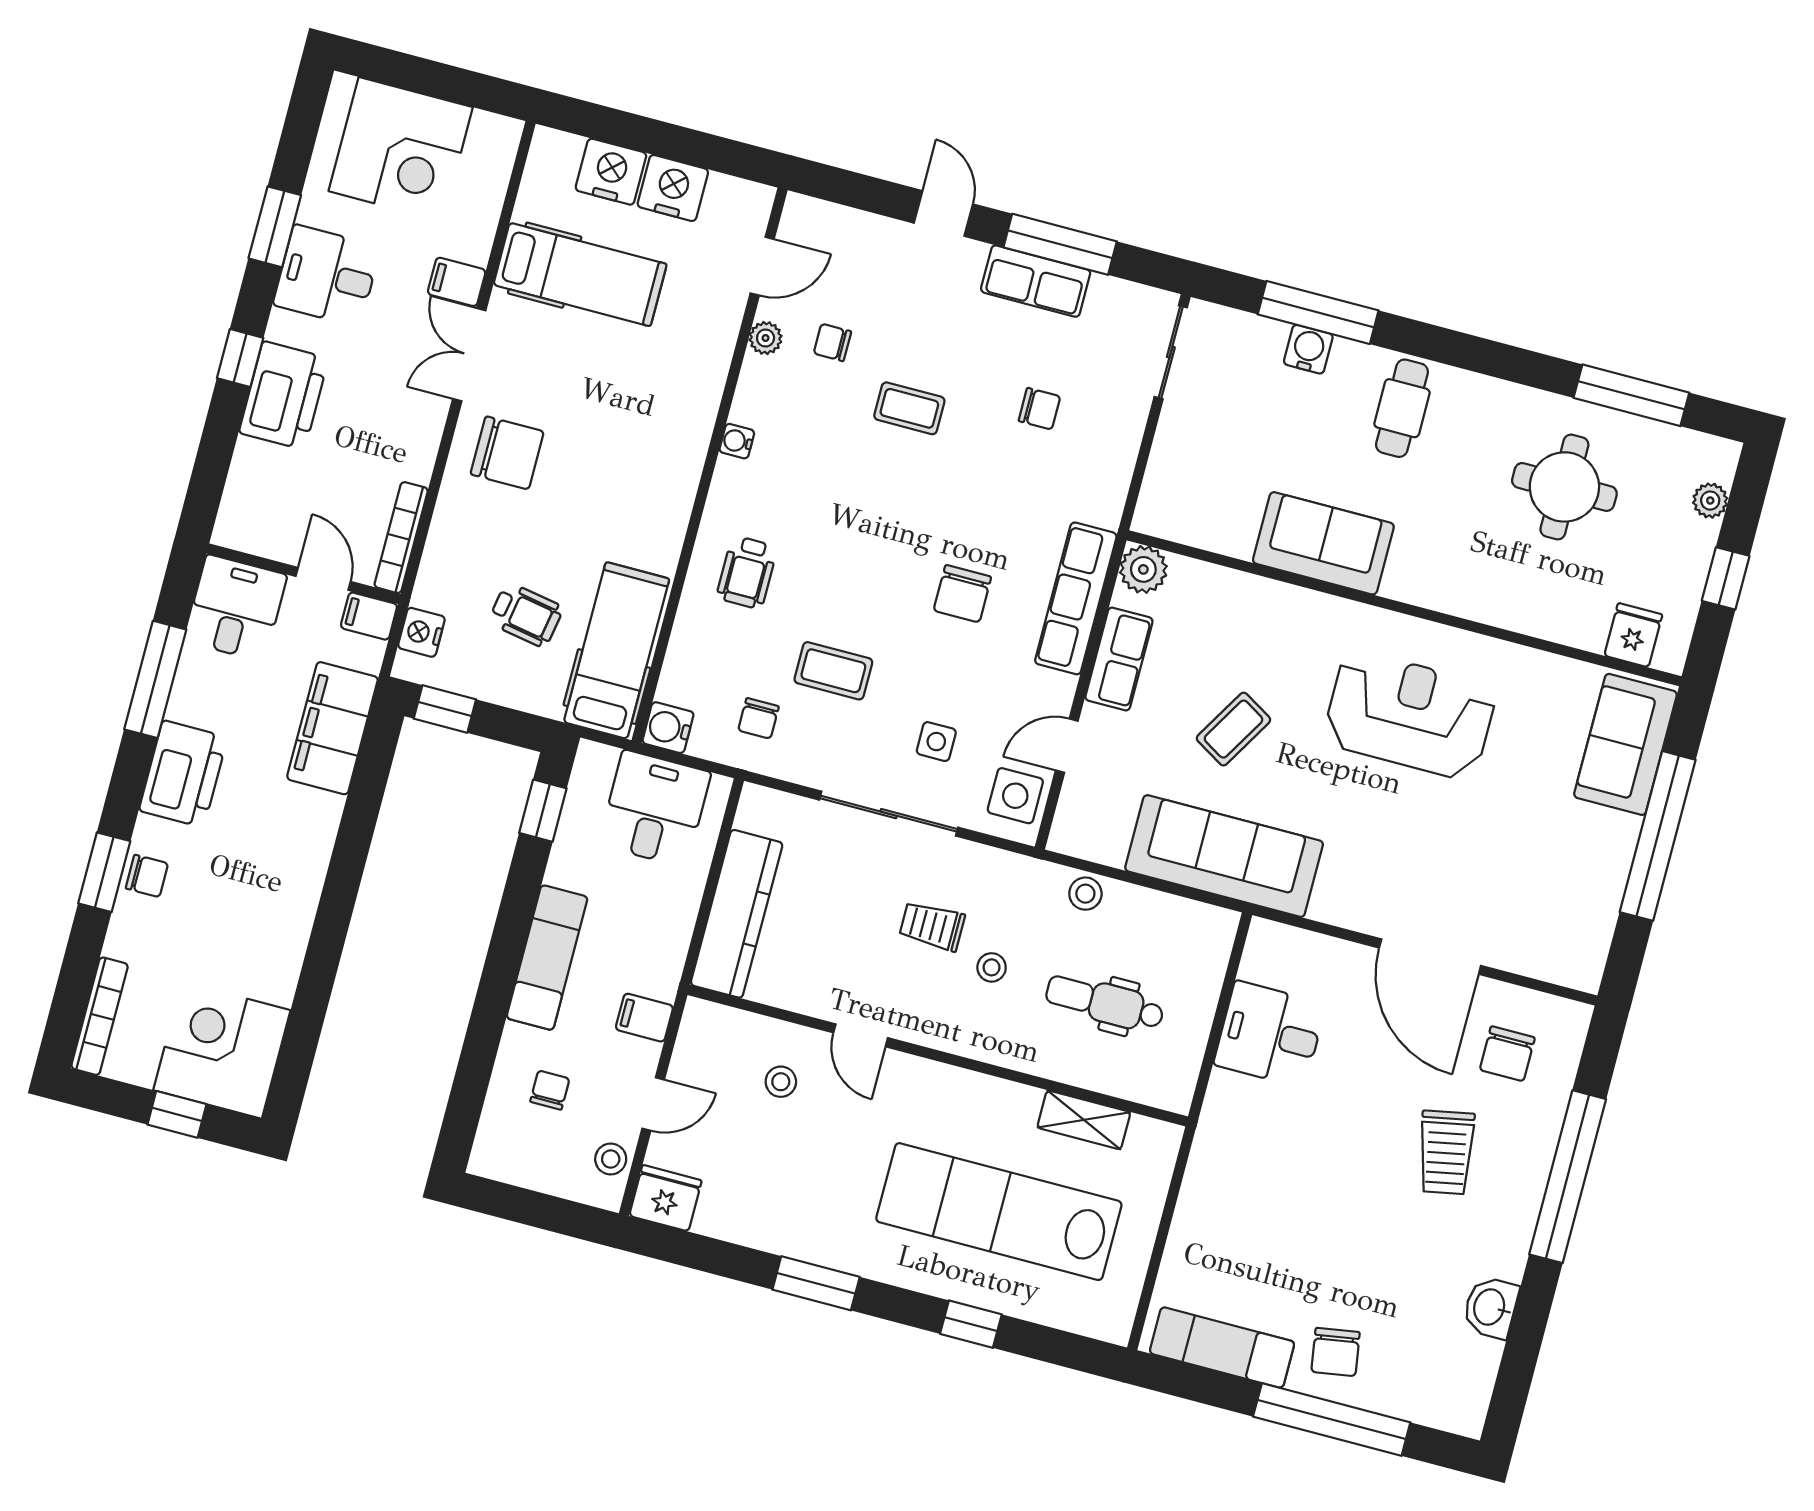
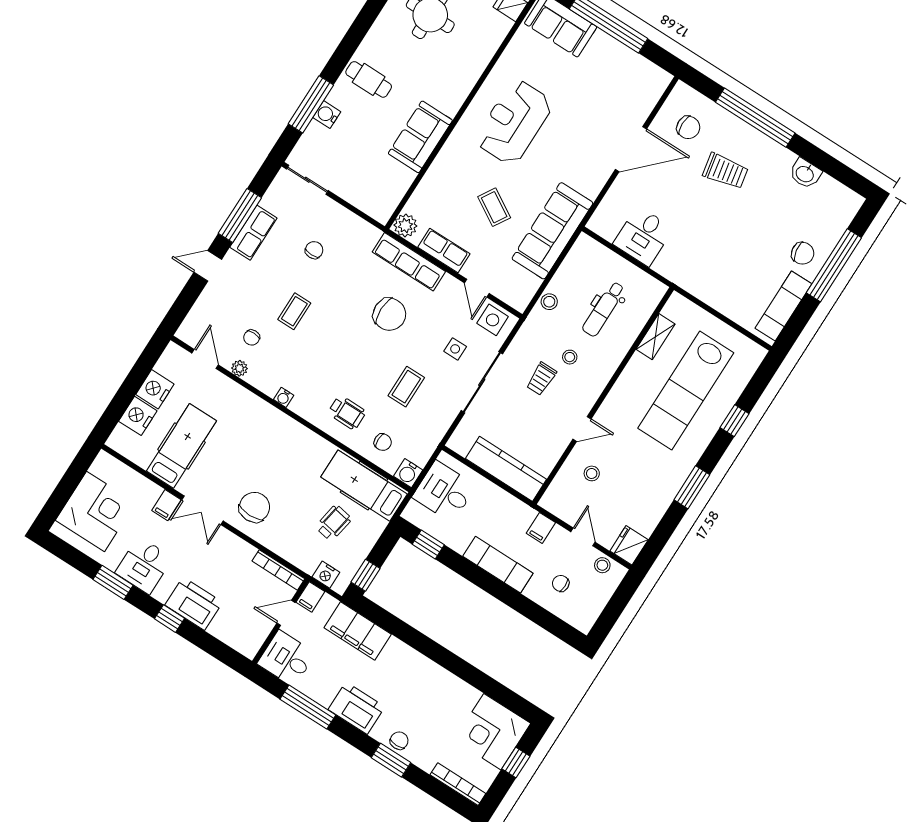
chair: (962, 594) -> (390, 314), width x1.37, depth x1.37
chair: (758, 718) -> (383, 442), moved

